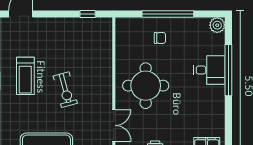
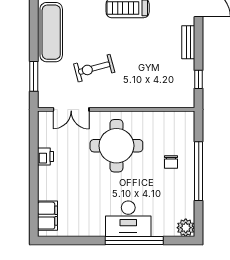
bench: (55, 23) -> (188, 42), added
desk: (209, 70) -> (128, 219), width x1.37
exercise bike: (65, 90) -> (94, 68), moved

